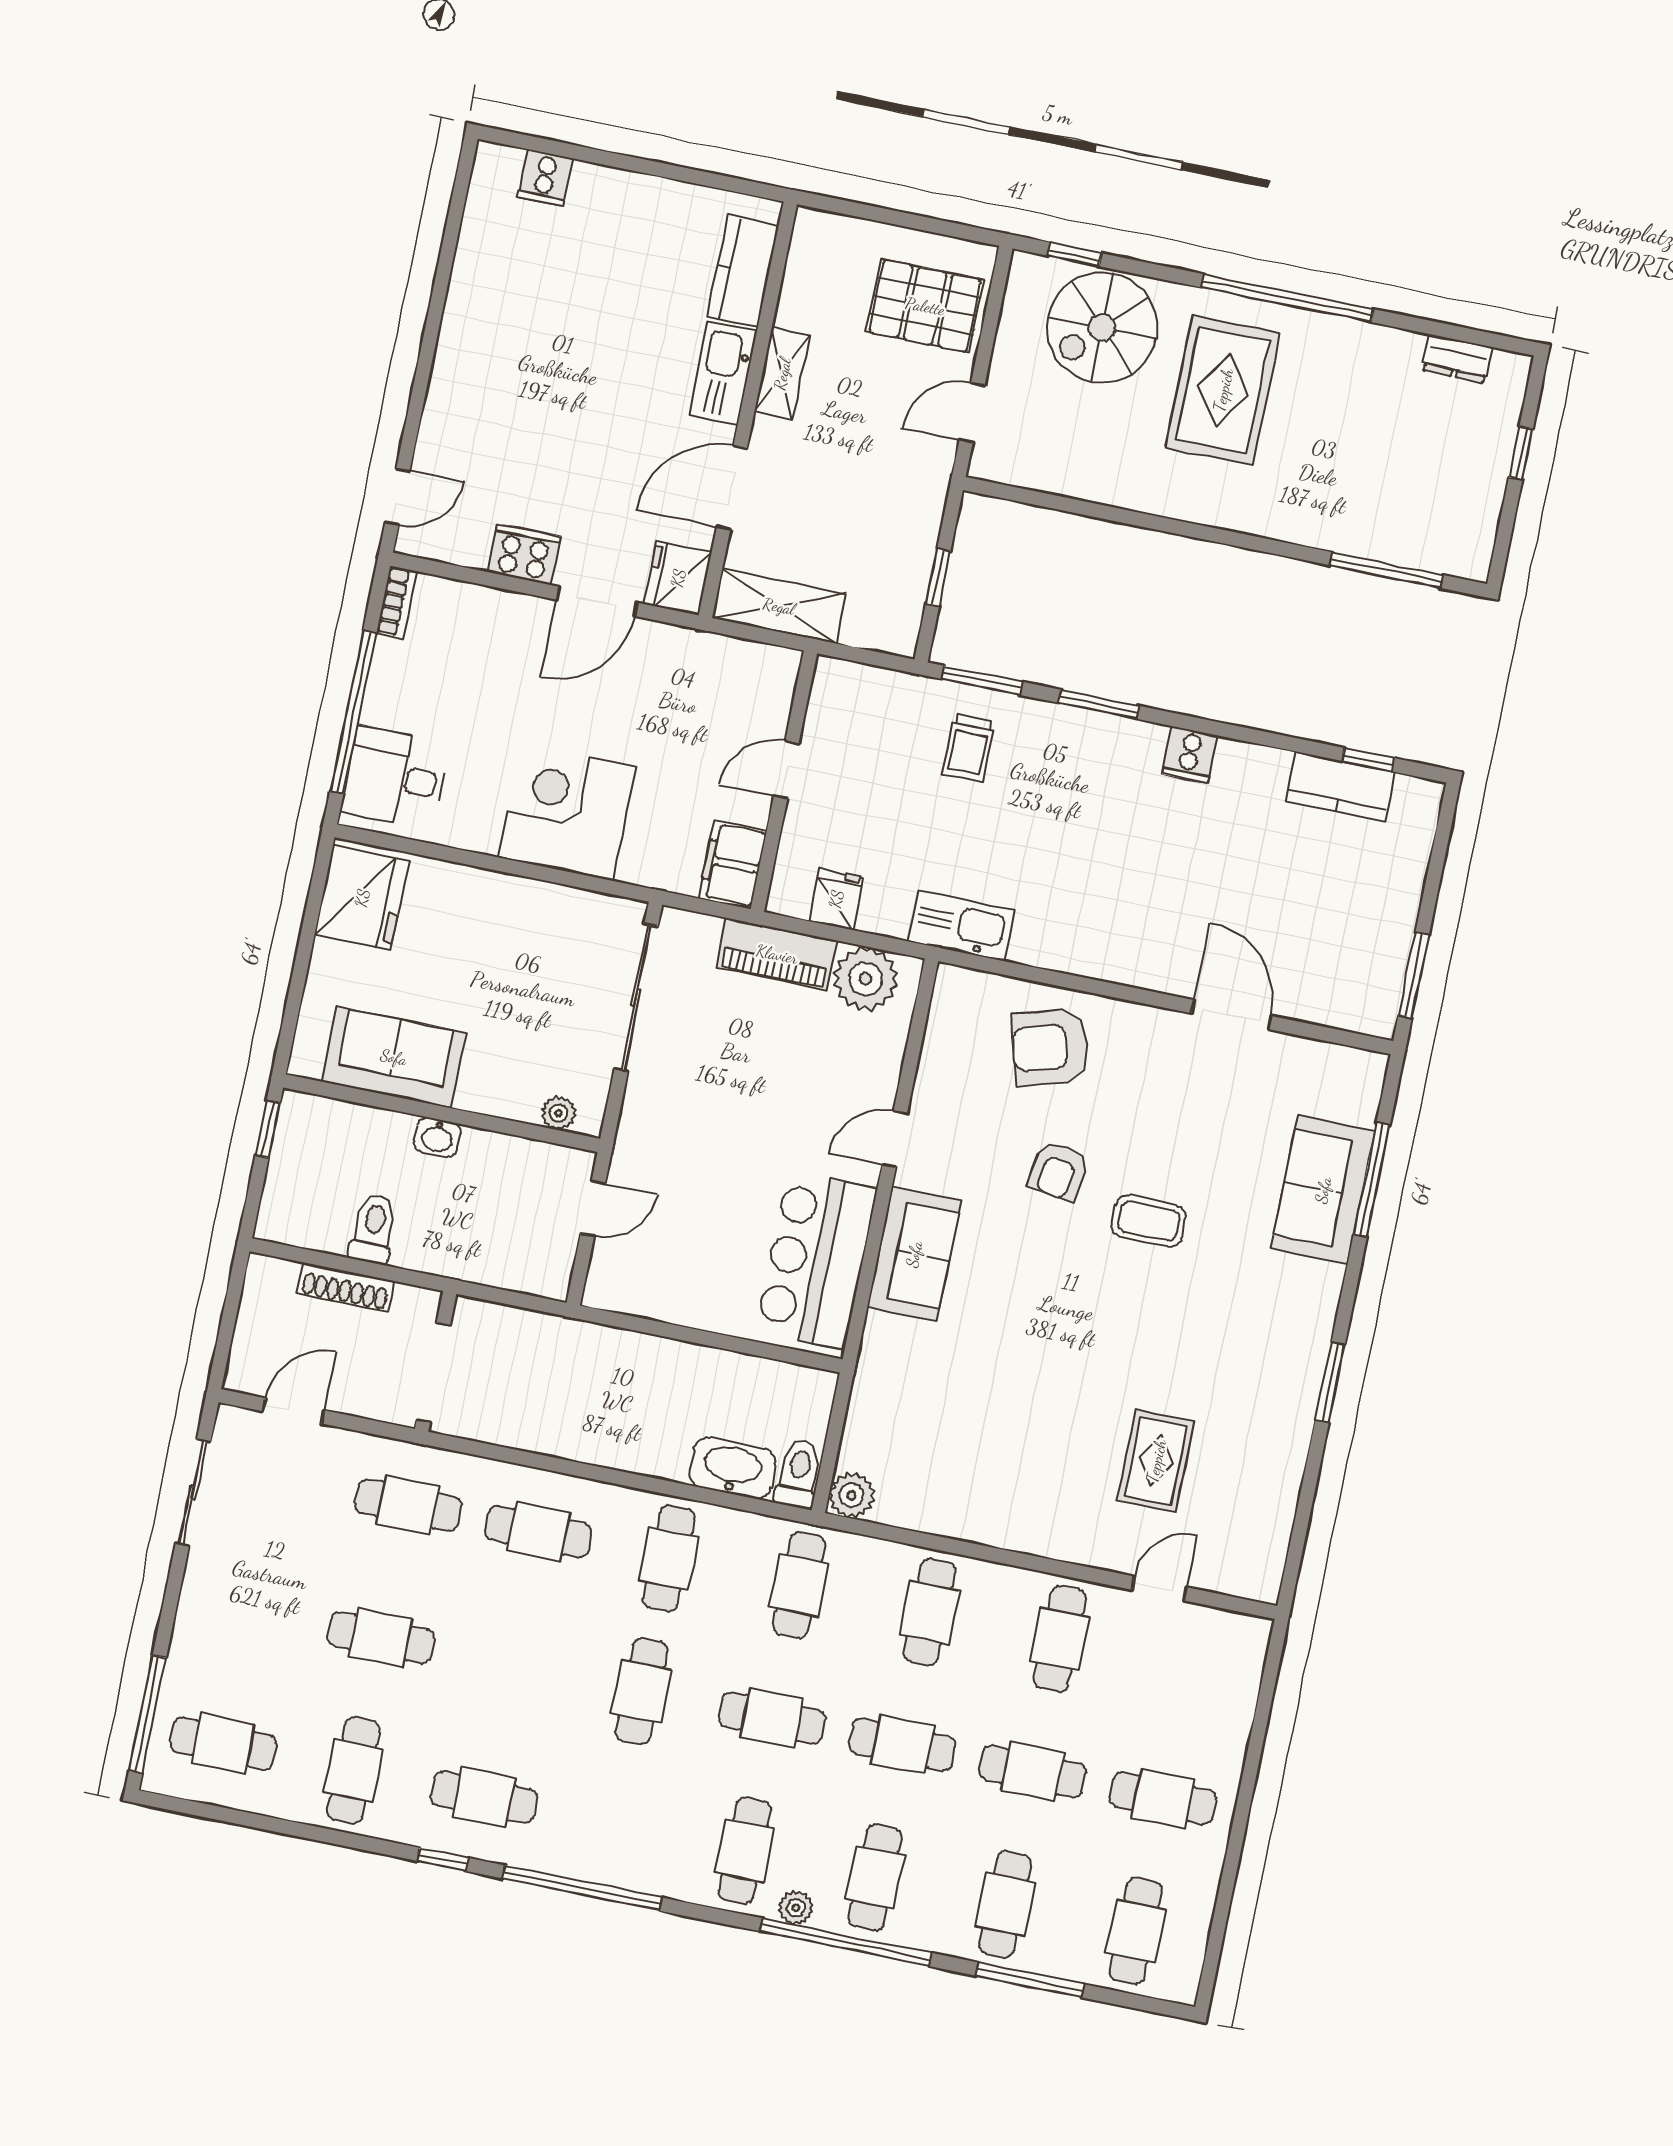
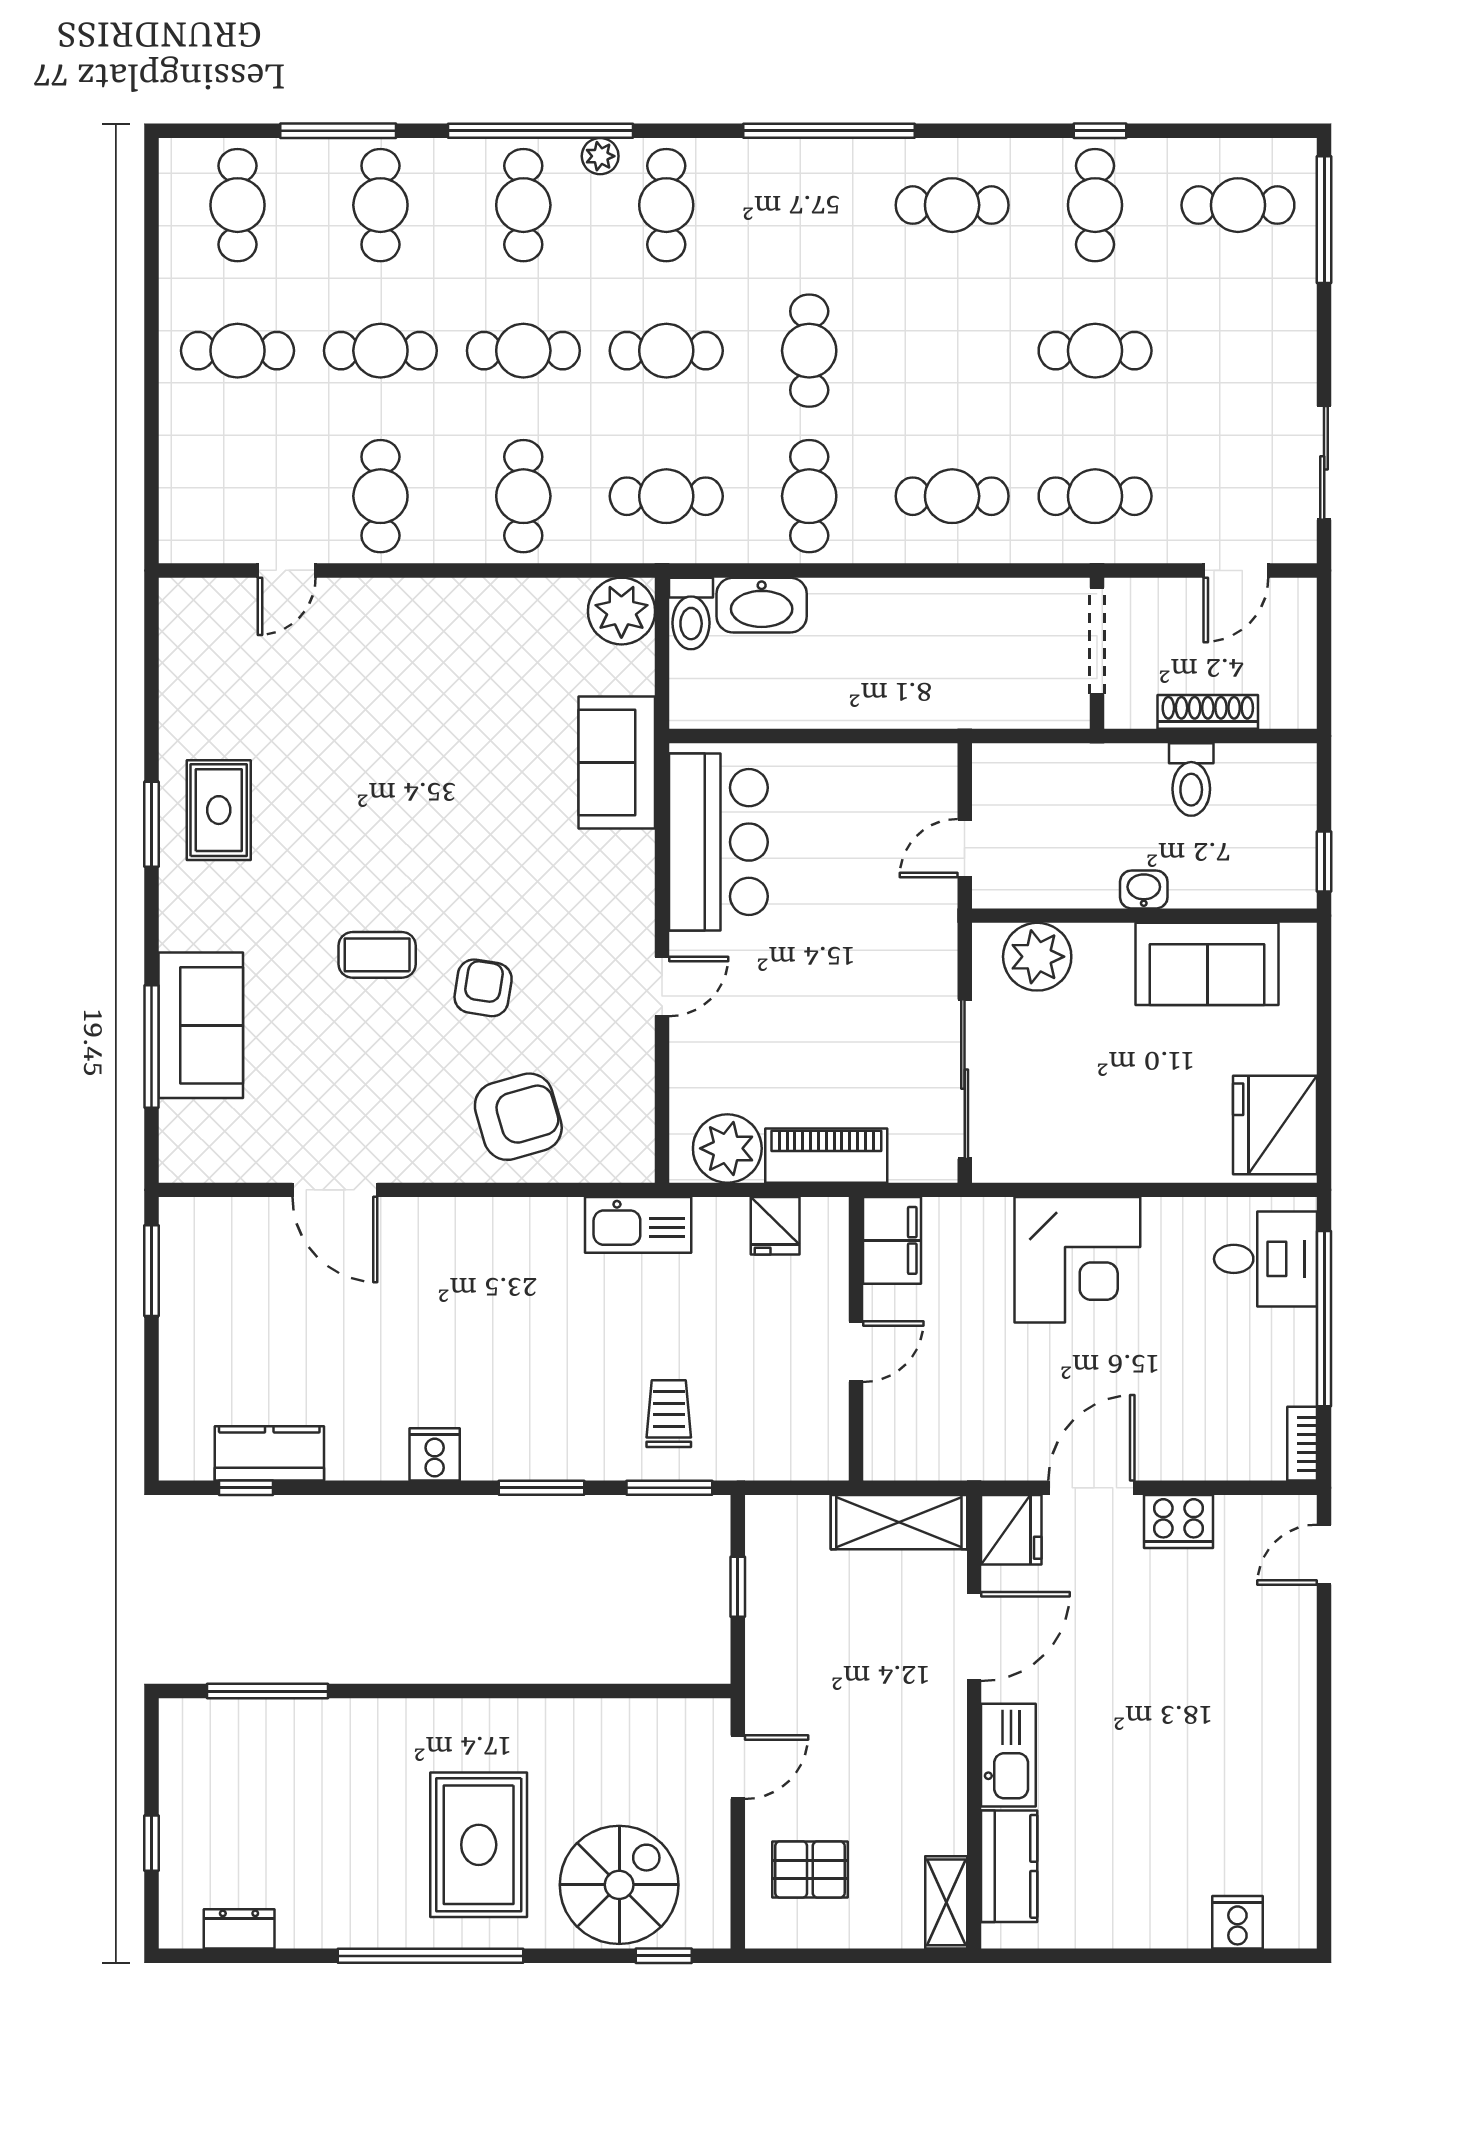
pallet: (925, 306) -> (810, 1869), width x0.67, depth x0.71
shelving: (782, 374) -> (946, 1902), moved
plant: (559, 1113) -> (1037, 957), width x1.88, depth x1.88
sofa: (914, 1254) -> (617, 762), moved
rug: (1156, 1461) -> (219, 810), moved
plant: (852, 1495) -> (621, 611), width x1.36, depth x1.36
cafe table: (799, 1585) -> (666, 496), turned 90
window: (443, 1859) -> (1100, 131), moved

